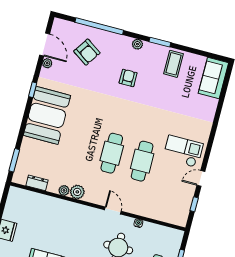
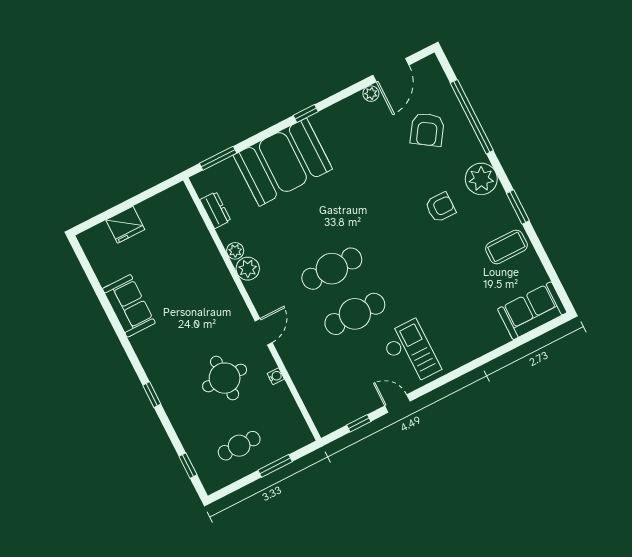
plant: (137, 44) -> (481, 179), width x1.88, depth x1.88
window: (33, 90) -> (306, 113), moved
booth: (47, 115) -> (283, 162), moved

